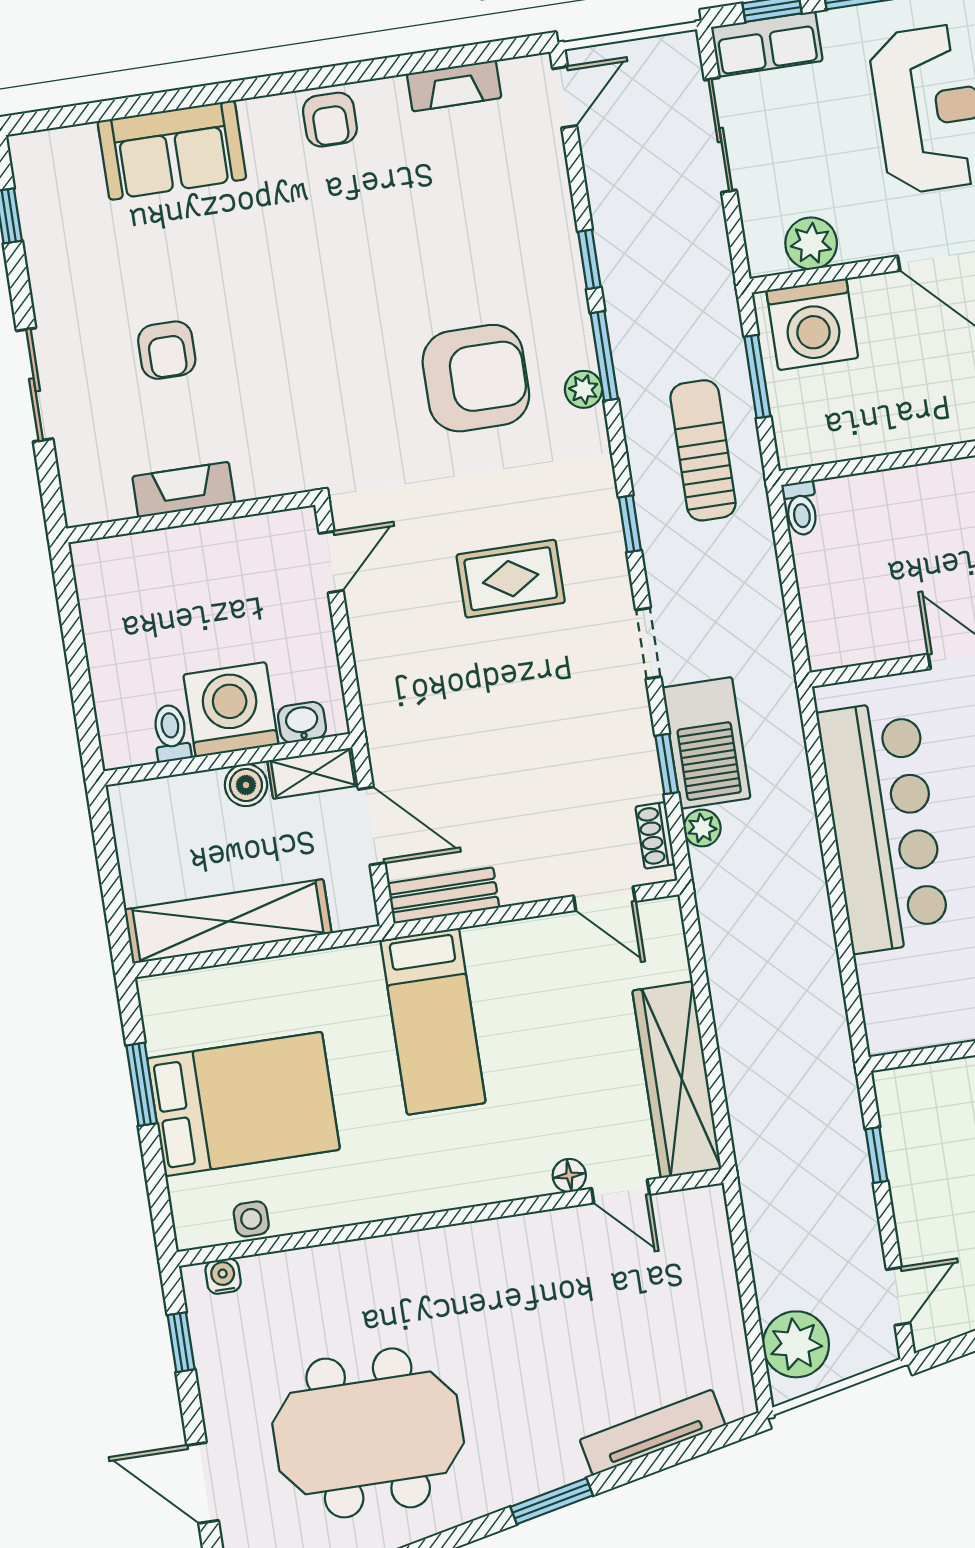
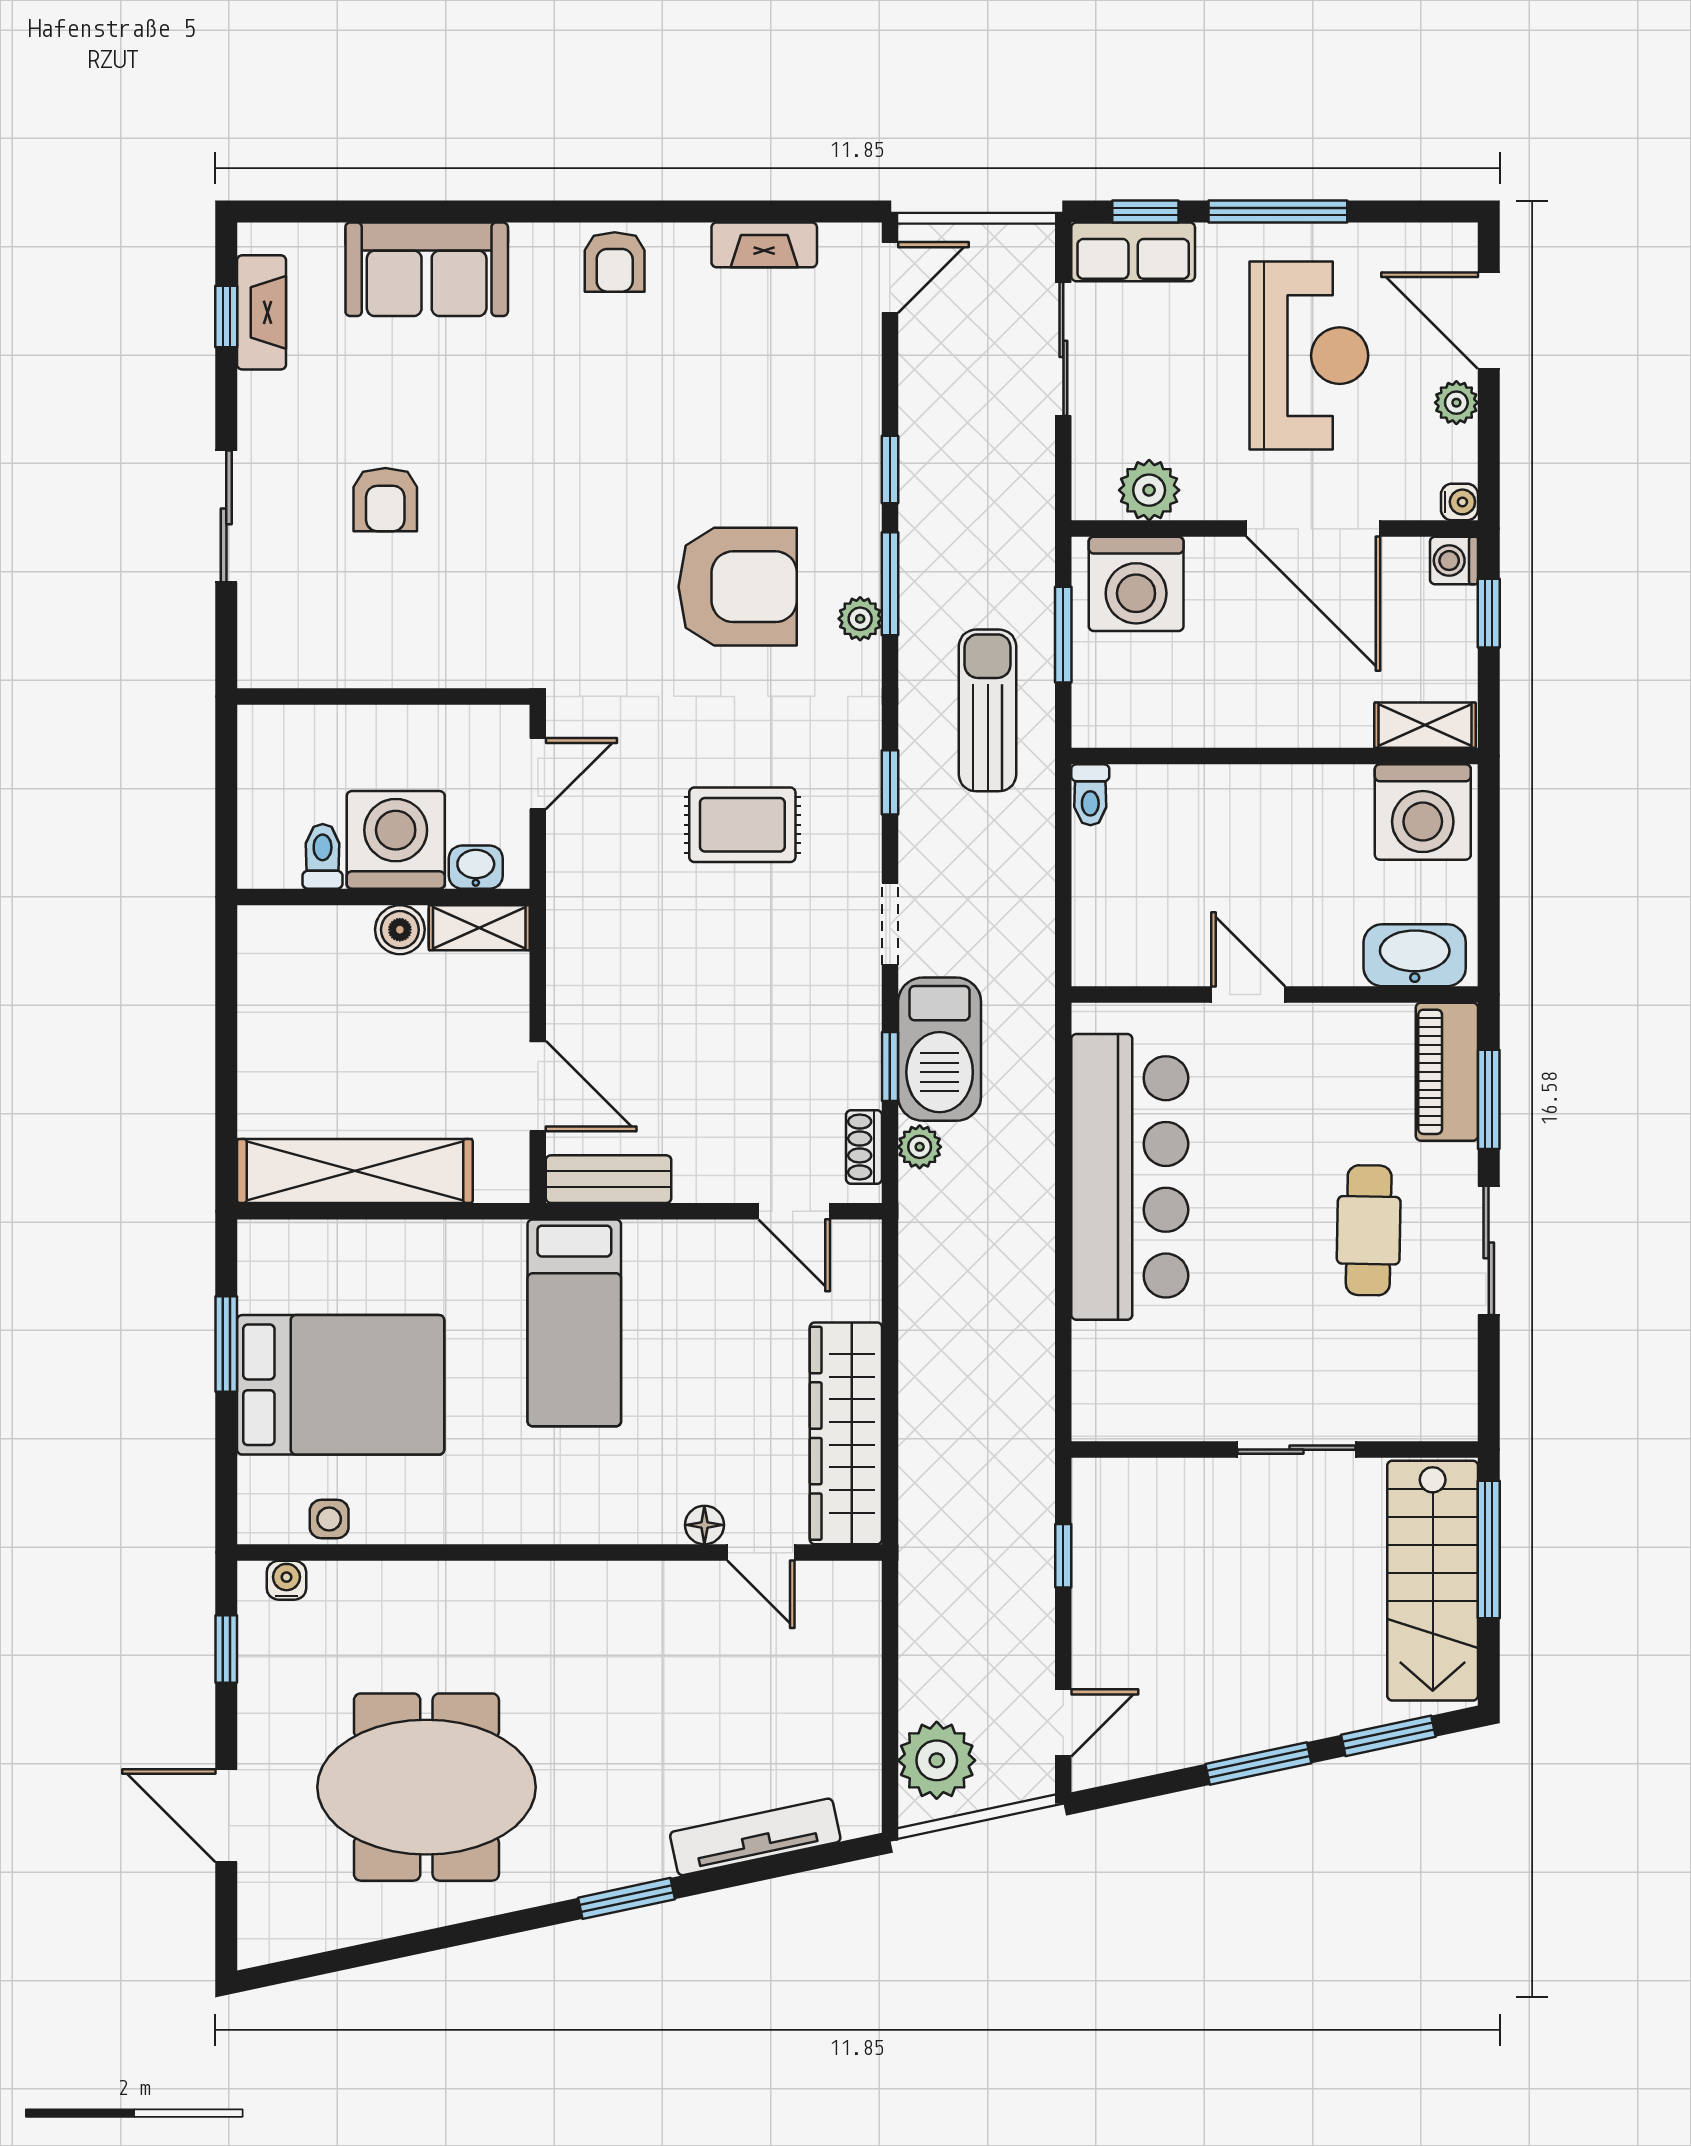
fireplace: (184, 490) -> (262, 312), moved, turned 90
washing machine: (231, 710) -> (396, 840), moved
washbasin: (302, 722) -> (476, 867), moved
toilet: (171, 733) -> (323, 856), moved
wall: (228, 759) -> (383, 897), moved
shelving: (313, 773) -> (479, 928), moved
boiler: (246, 785) -> (400, 930), moved

